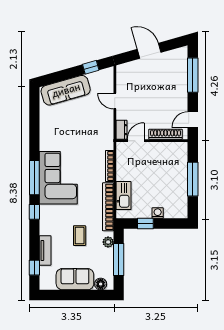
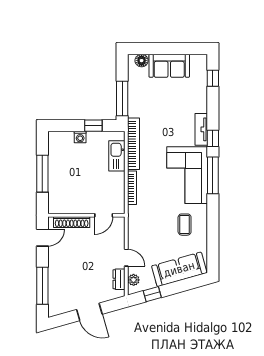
dresser: (122, 130) -> (119, 279), moved
coffee table: (80, 236) -> (185, 225), moved
plant: (108, 242) -> (134, 280), moved
tv unit: (45, 250) -> (201, 129), moved
window: (119, 260) -> (122, 99), moved

